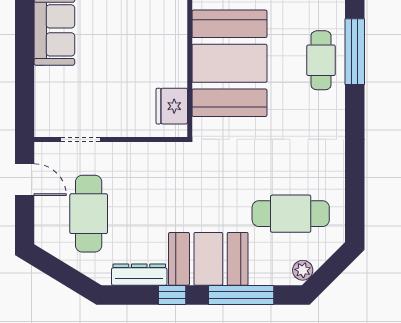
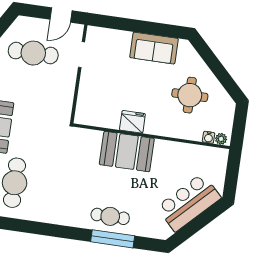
booth: (229, 63) -> (127, 152), width x0.73, depth x0.70
fridge: (172, 106) -> (132, 122), moved

